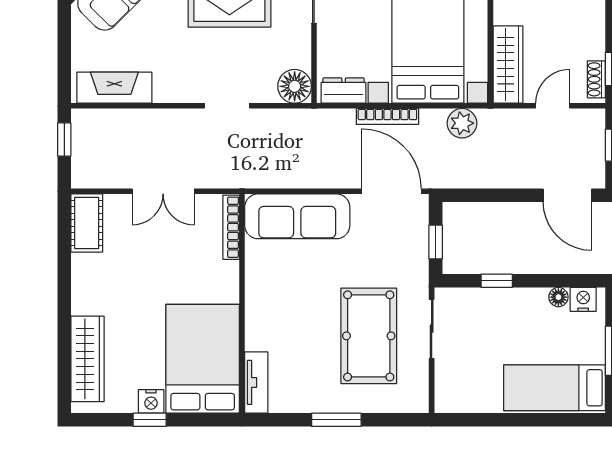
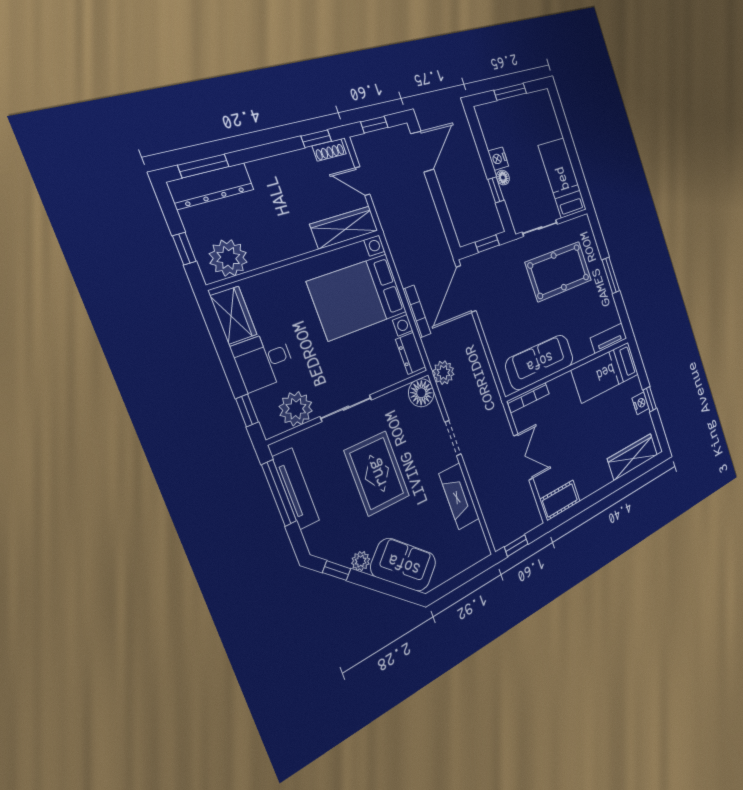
fireplace: (114, 88) -> (459, 496), moved
plant: (462, 123) -> (443, 373), moved
sofa: (297, 216) -> (540, 362), moved, turned -90
floor lamp: (558, 297) -> (503, 178), moved
nightstand: (583, 299) -> (498, 159), moved
bed: (203, 359) -> (605, 372), width x0.67
bed: (554, 388) -> (562, 178), moved, turned 180

